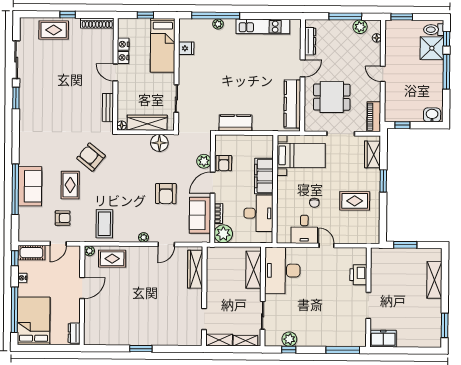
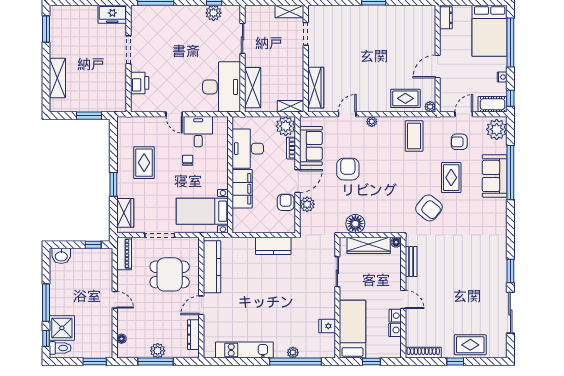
plant: (360, 27) -> (158, 351), moved
rug: (355, 201) -> (144, 163), turned 90
plant: (28, 229) -> (497, 129), added
shelving: (245, 341) -> (291, 106), moved

